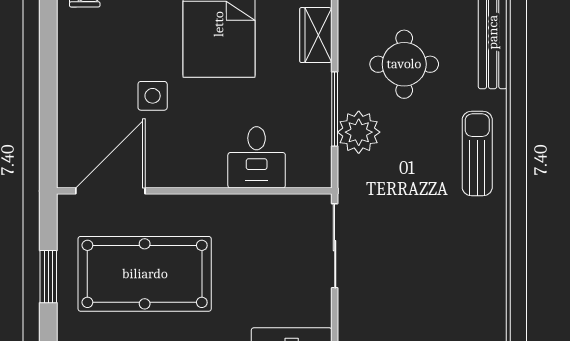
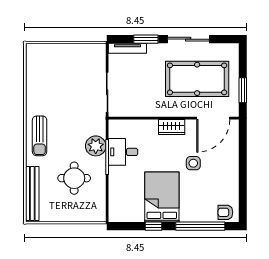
wardrobe: (316, 35) -> (172, 127), moved, turned 90
desk: (257, 157) -> (123, 152), moved, turned -90
window: (48, 277) -> (243, 90), moved

